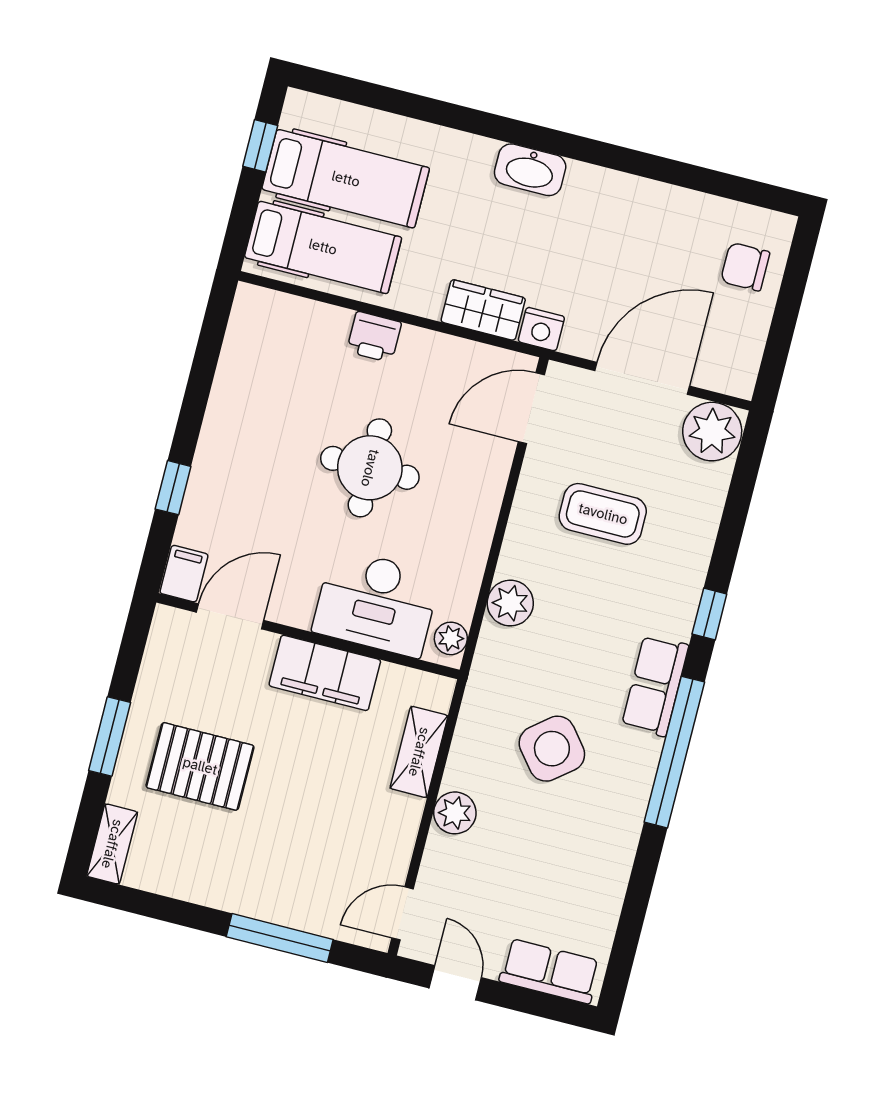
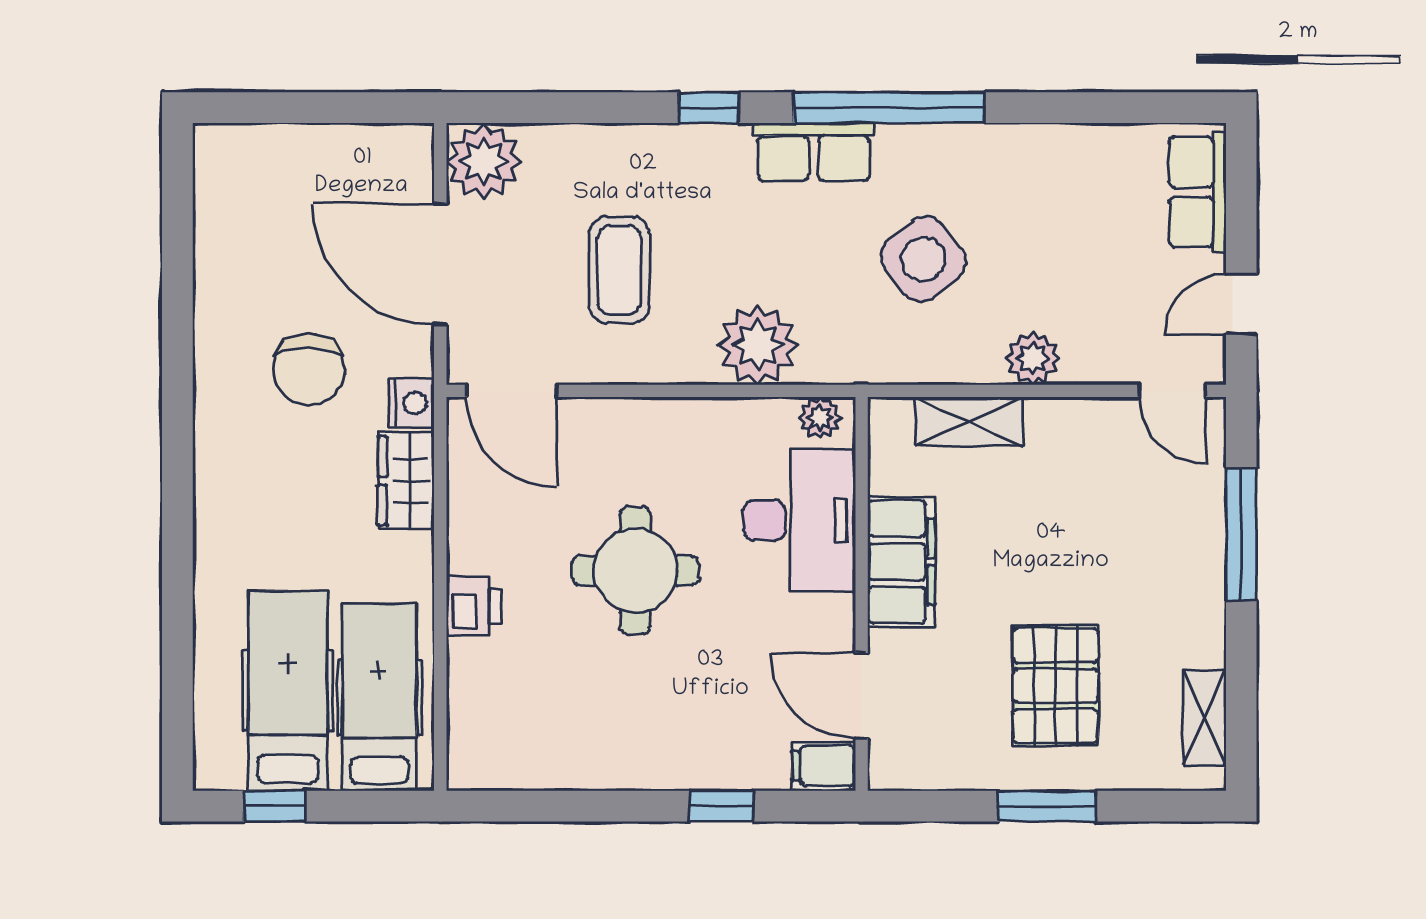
washbasin: (530, 170) -> (219, 467), removed
chair: (745, 267) -> (309, 370), moved, width x1.37, depth x1.37
plant: (510, 603) -> (758, 345), width x1.36, depth x1.36
shelving: (112, 844) -> (1205, 718), moved, turned 90

